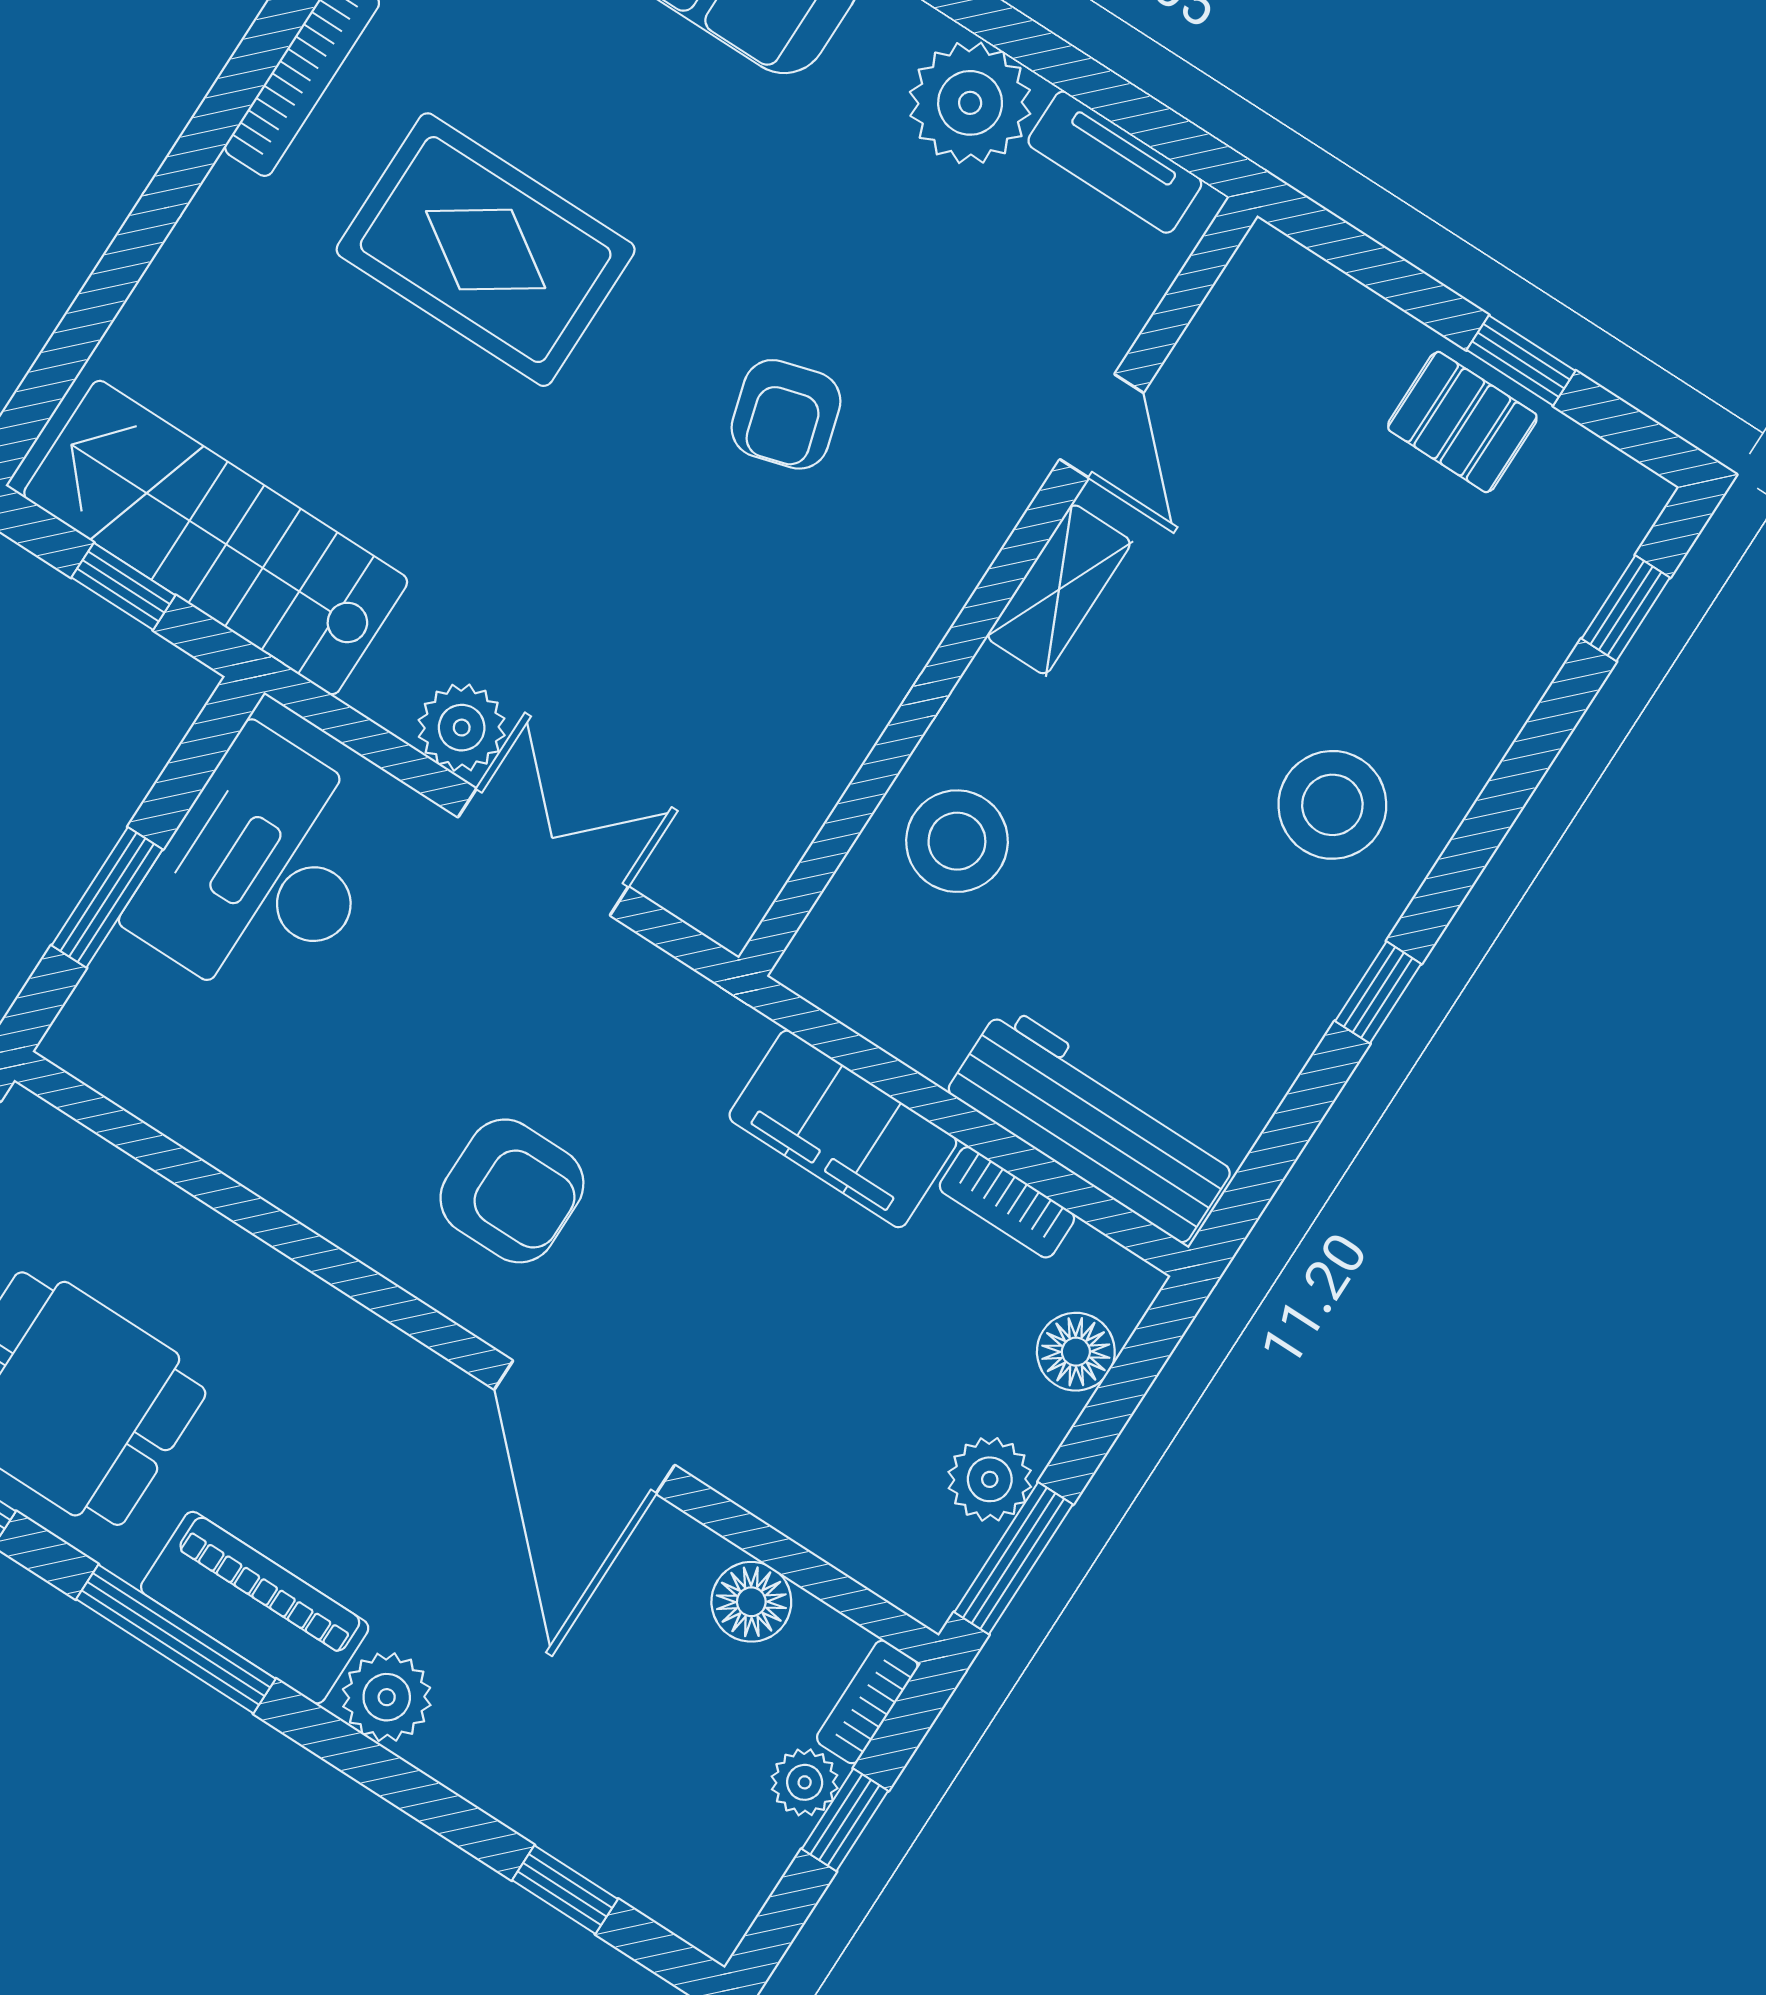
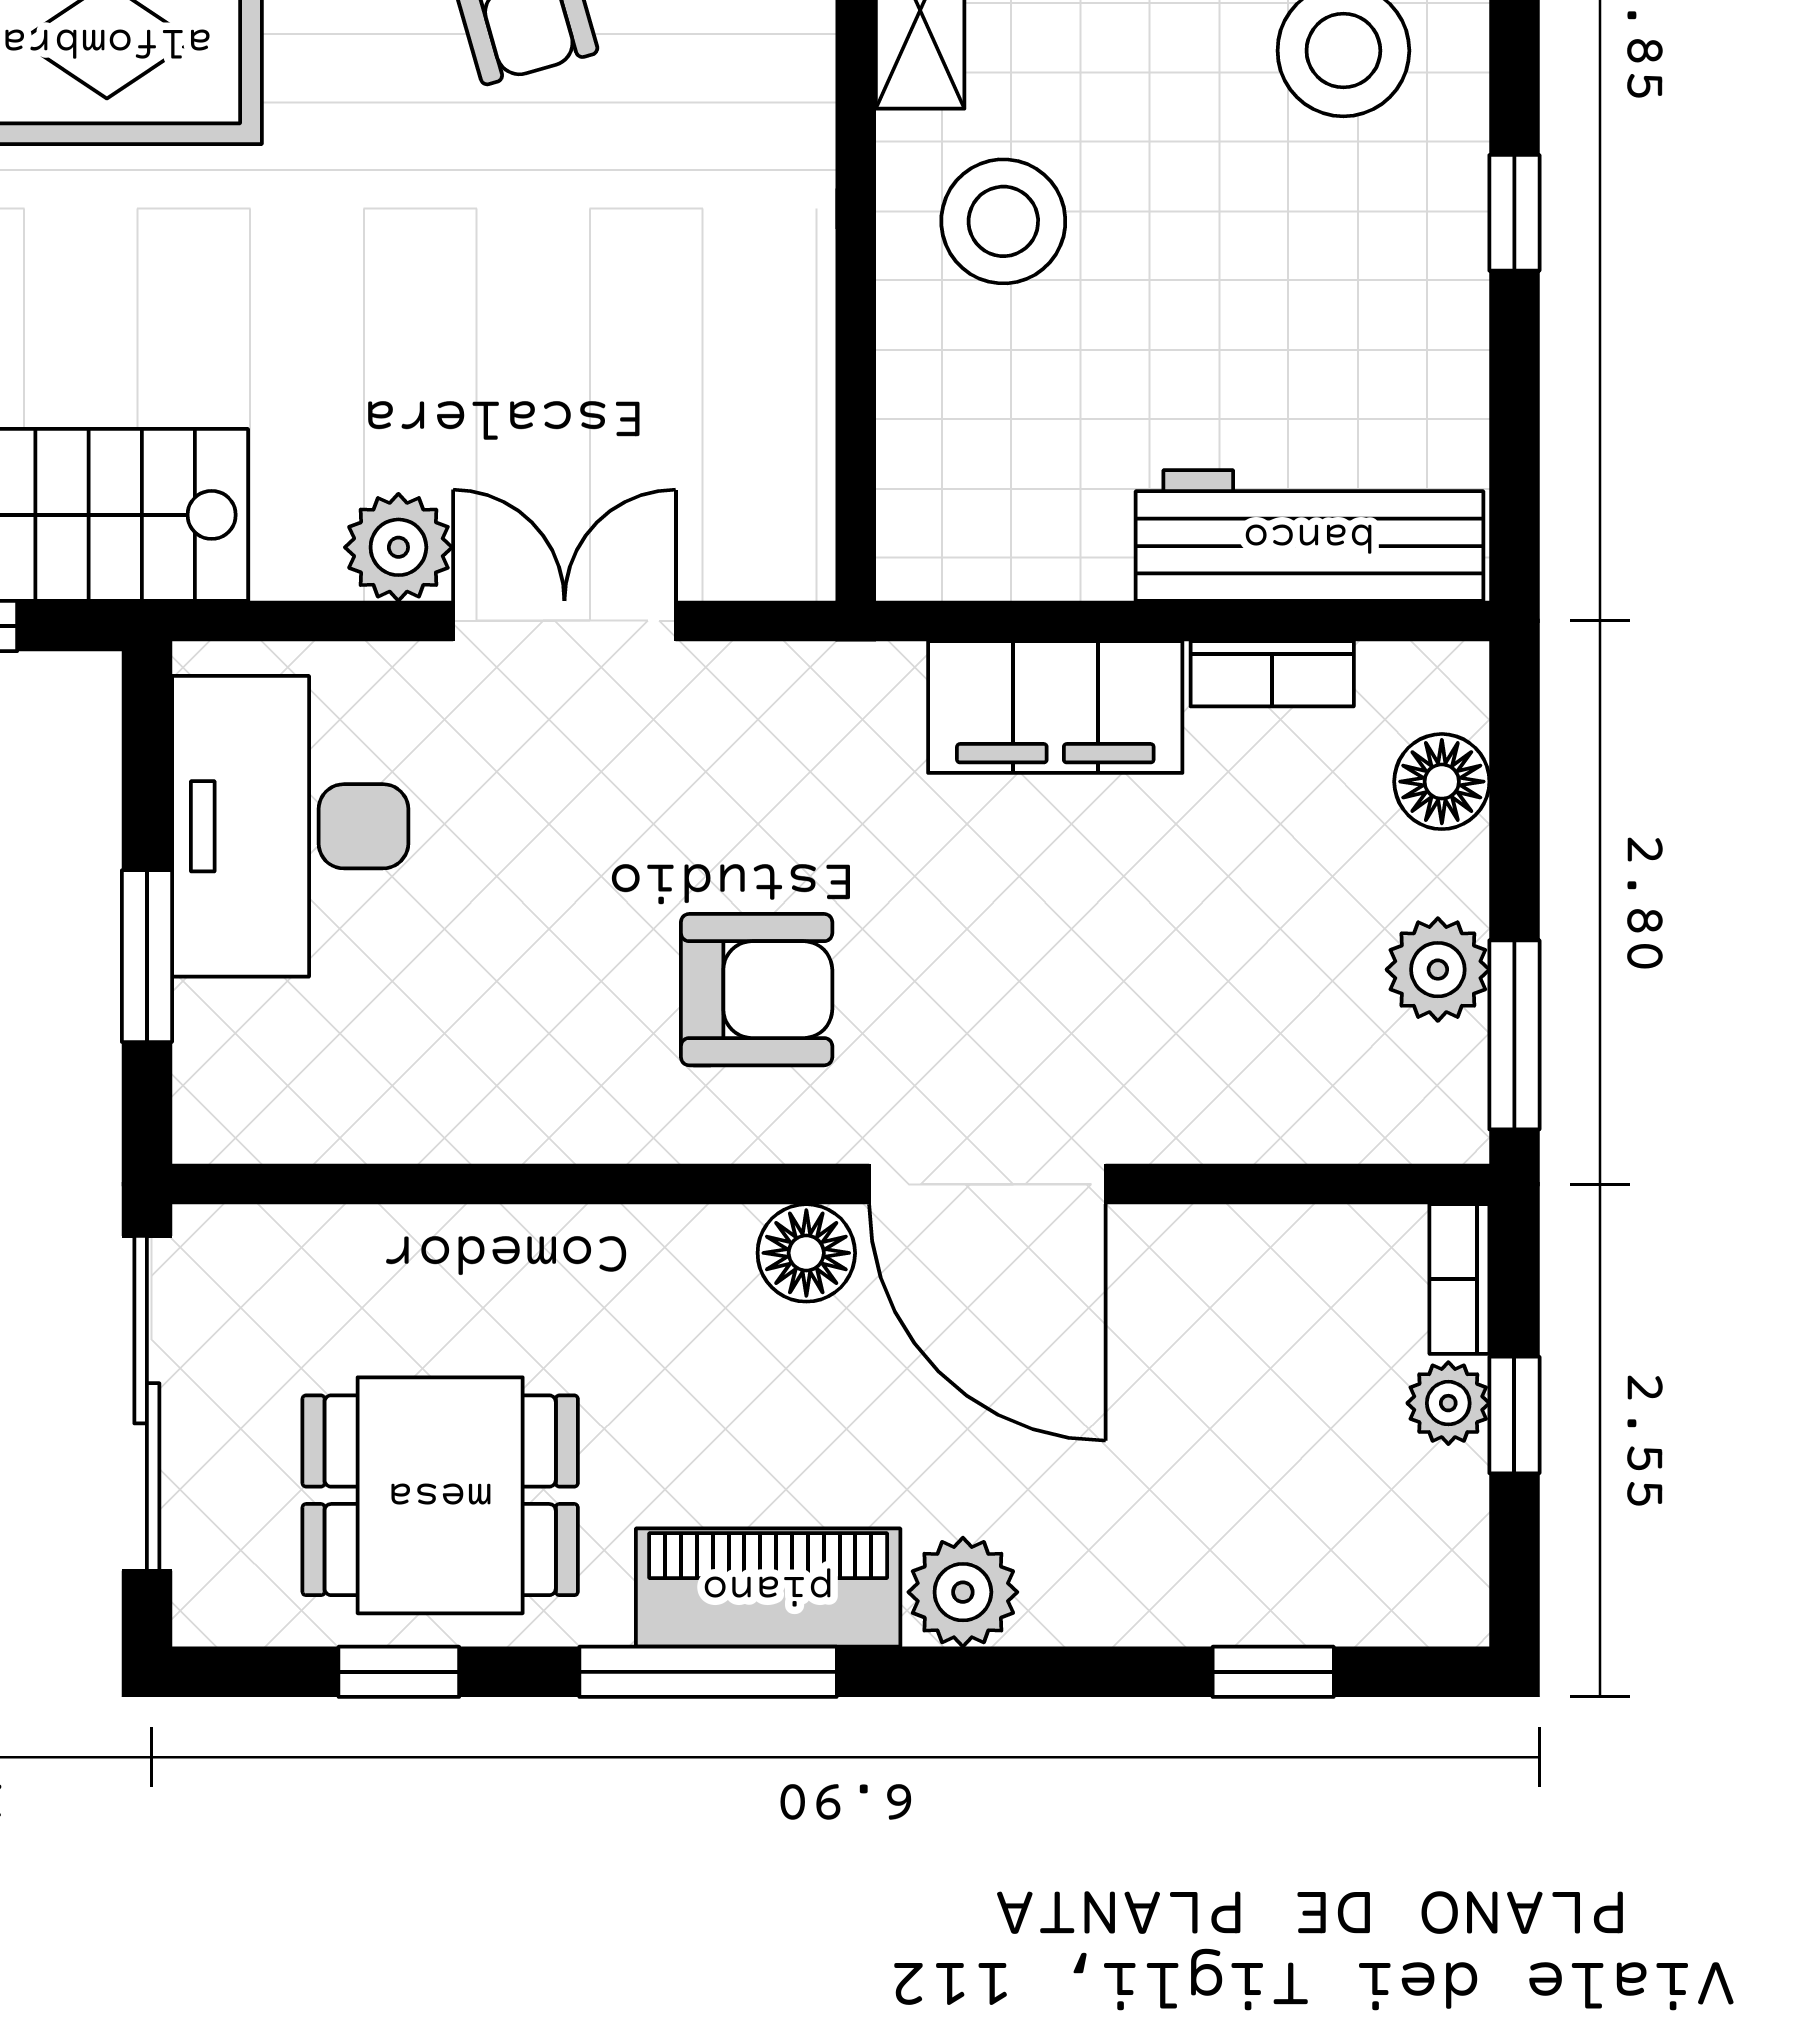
stool: (957, 841) -> (1003, 221), moved
floor lamp: (751, 1602) -> (806, 1253), moved

